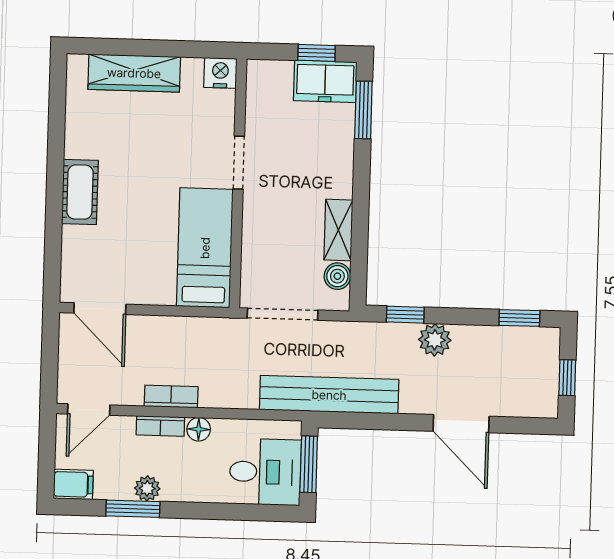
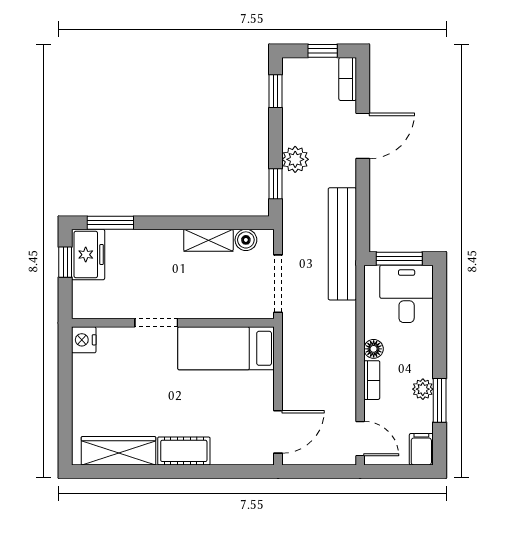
wardrobe: (134, 73) -> (118, 451), moved, turned -90
bookcase: (171, 397) -> (348, 79), moved

